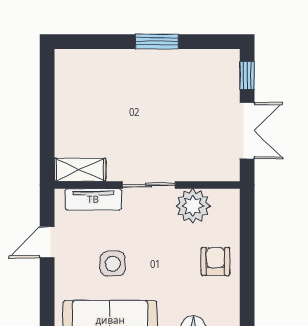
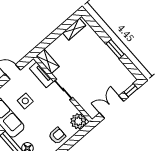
shelving: (65, 80) -> (74, 29), added
double door: (247, 131) -> (112, 107), swing flipped
plant: (193, 206) -> (78, 121), moved

